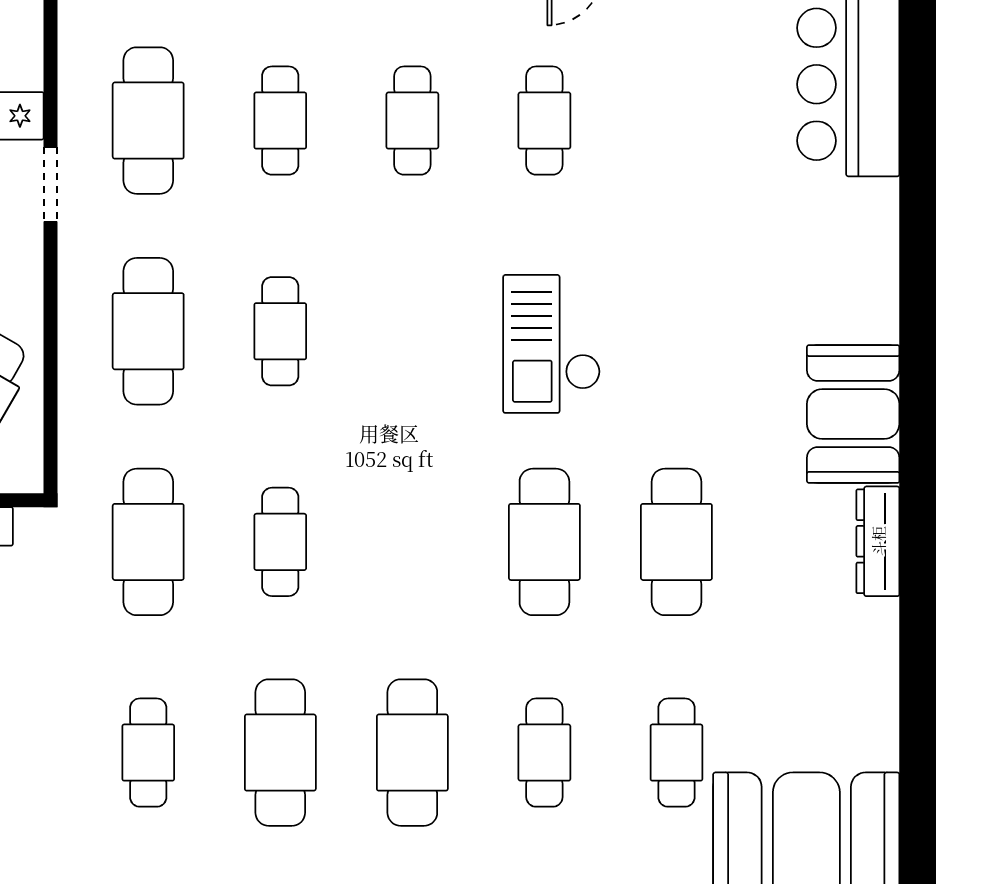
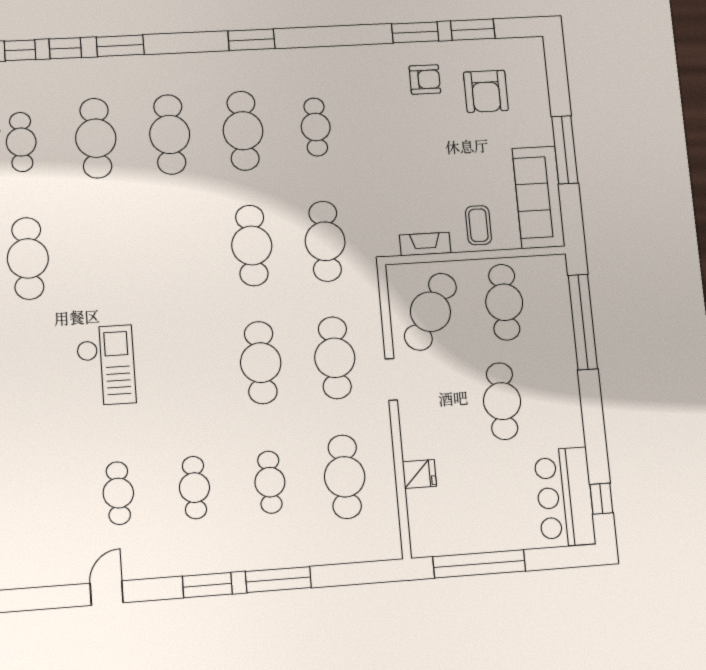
doorway: (51, 184) -> (391, 379), moved
cafe table: (280, 331) -> (261, 363), width x1.37, depth x1.35
cafe table: (280, 542) -> (252, 245), width x1.37, depth x1.35
cafe table: (544, 542) -> (103, 254), removed
cafe table: (544, 753) -> (96, 138), width x1.37, depth x1.35

